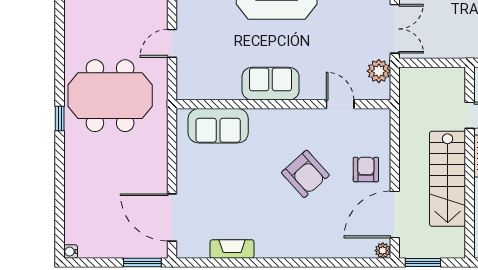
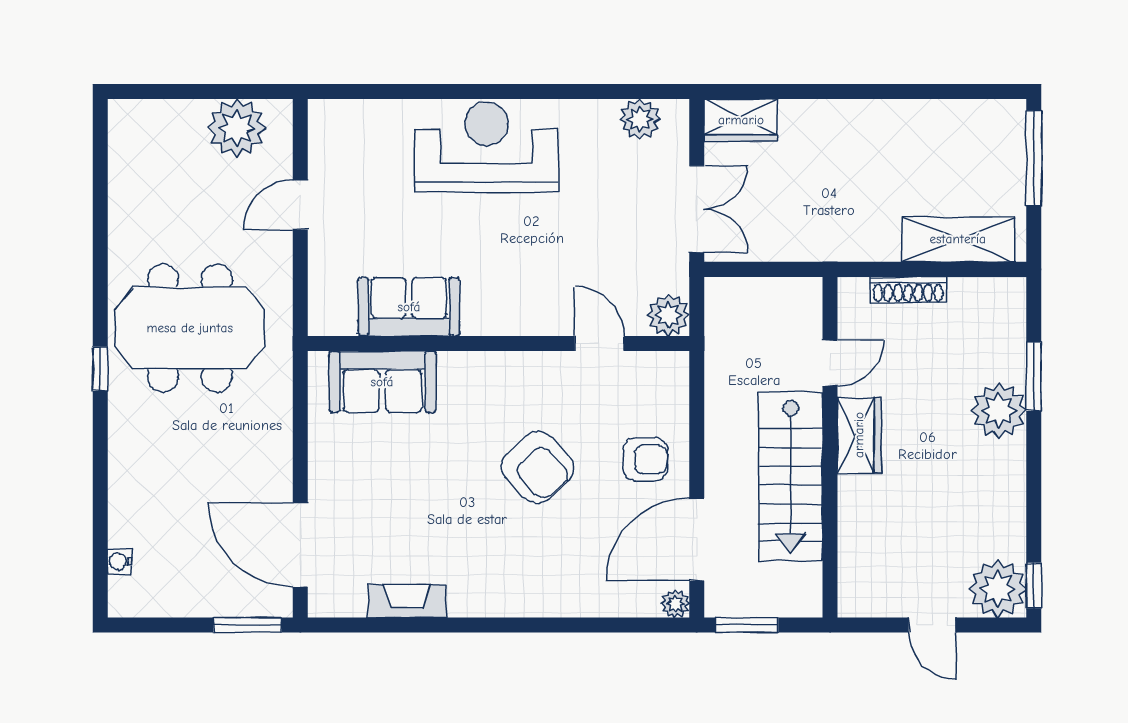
door: (172, 43) -> (300, 205), moved
plant: (379, 71) -> (668, 315), moved
sofa: (271, 84) -> (409, 307), moved
armchair: (366, 169) -> (645, 459), turned 90
water cooler: (71, 252) -> (120, 561), moved

